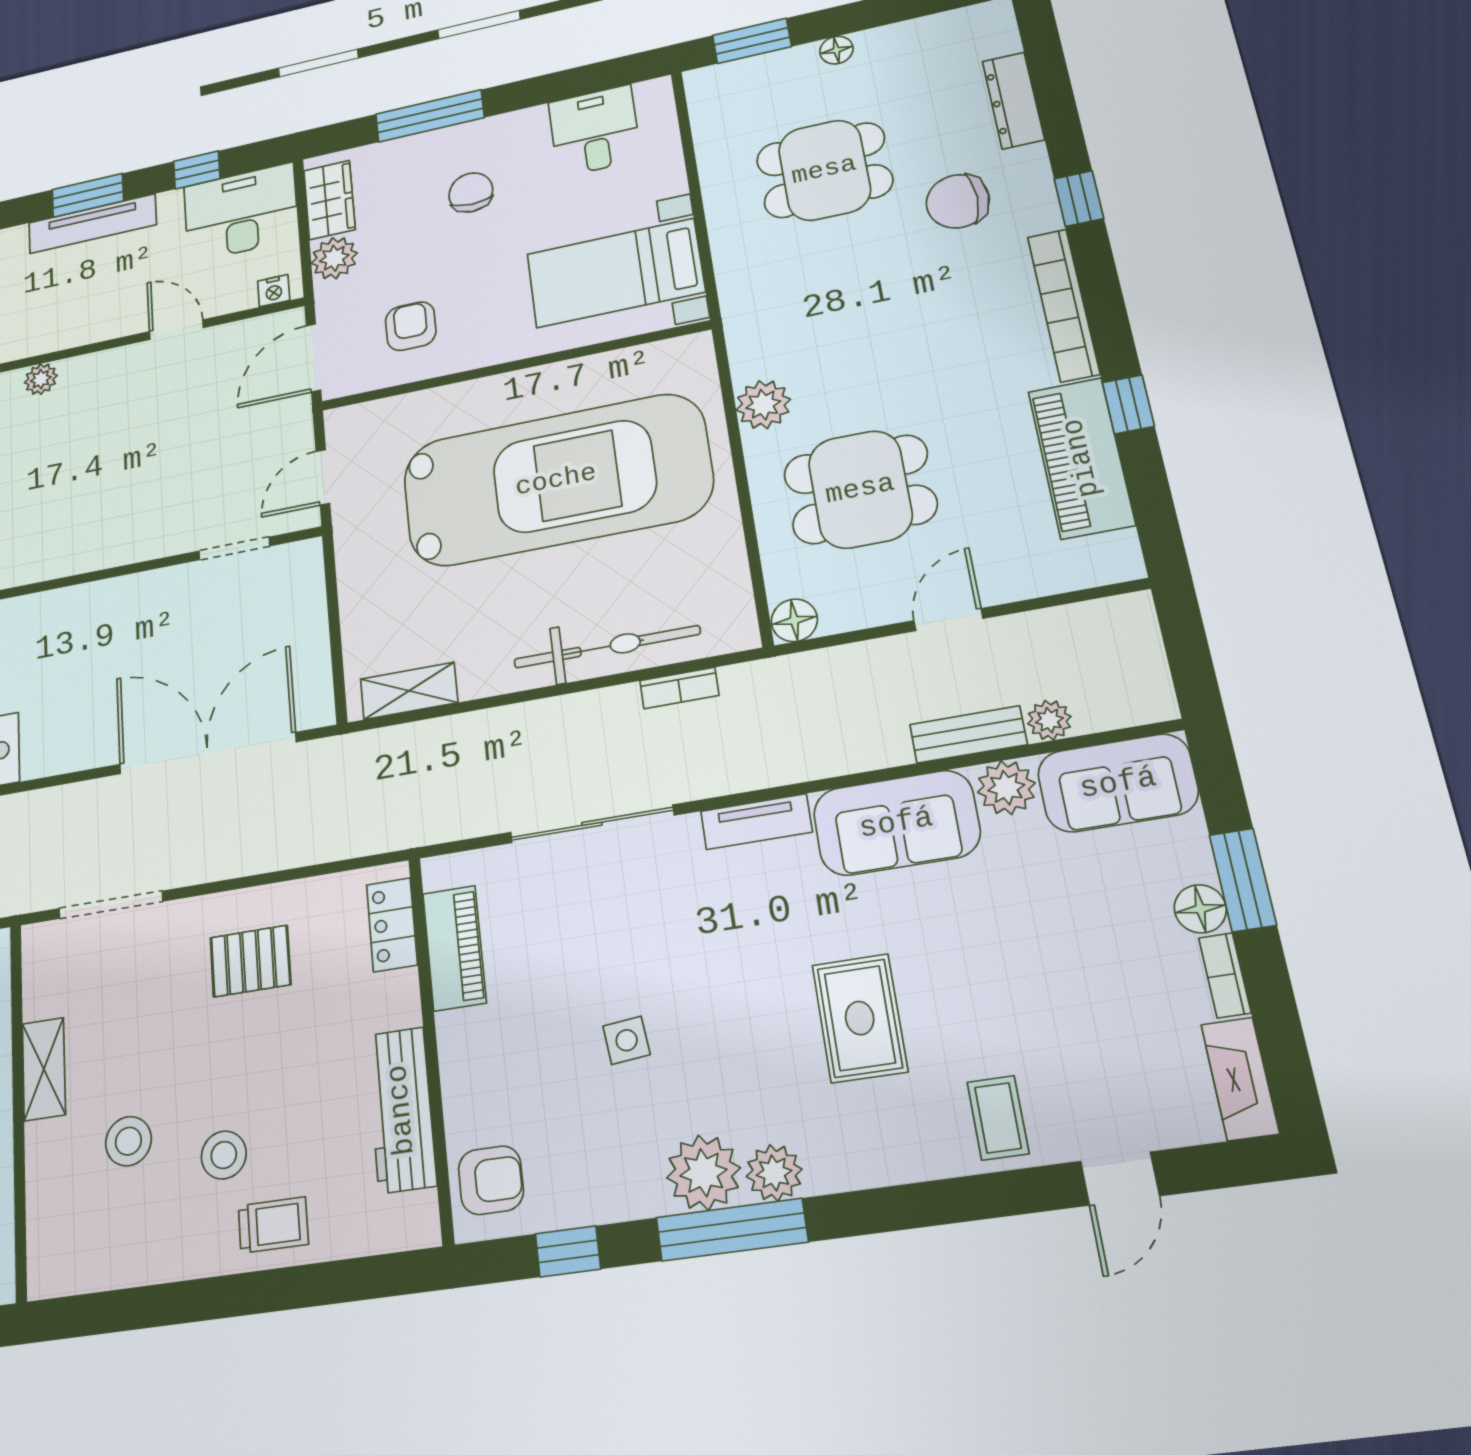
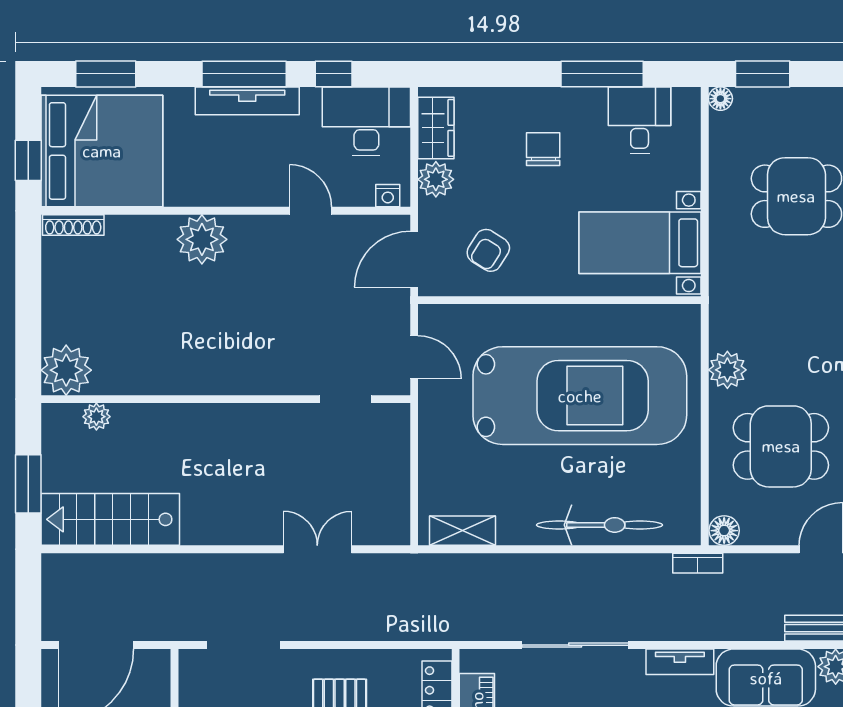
floor lamp: (836, 50) -> (720, 99), moved
window: (430, 116) -> (602, 74), moved
window: (88, 195) -> (244, 74), width x1.44
armchair: (411, 326) -> (488, 250), turned -148
plant: (41, 379) -> (202, 239), width x1.87, depth x1.87
door: (323, 477) -> (414, 357), swing flipped
bookcase: (679, 688) -> (698, 563), moved
double door: (207, 753) -> (317, 549), width x0.54

